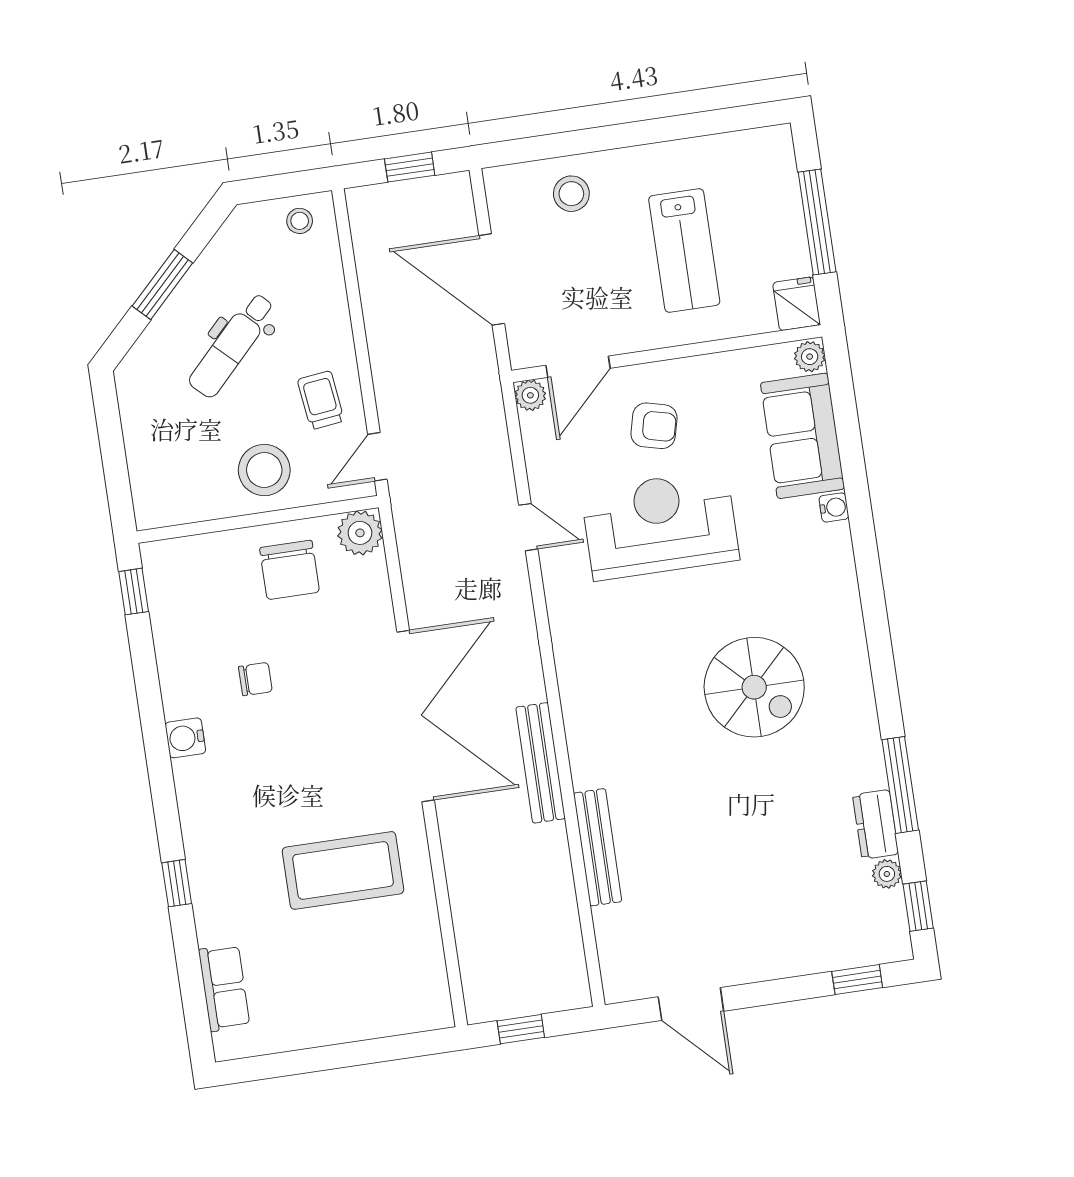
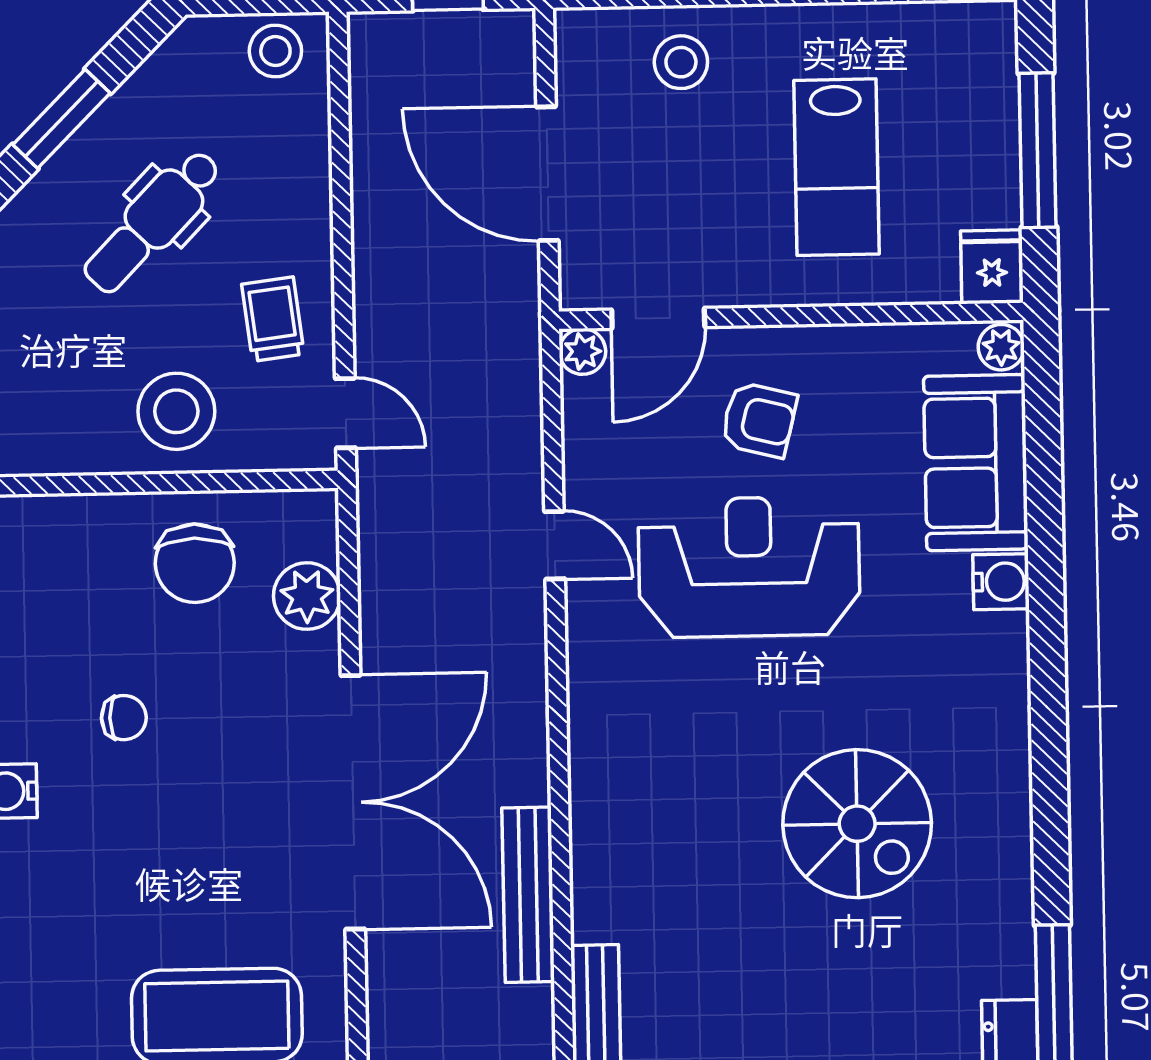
stool: (300, 221) -> (275, 51), width x1.37, depth x1.37
door: (377, 457) -> (345, 413), swing flipped
water cooler: (834, 507) -> (1001, 582), width x1.38, depth x1.38
plant: (360, 533) -> (307, 596), moved

